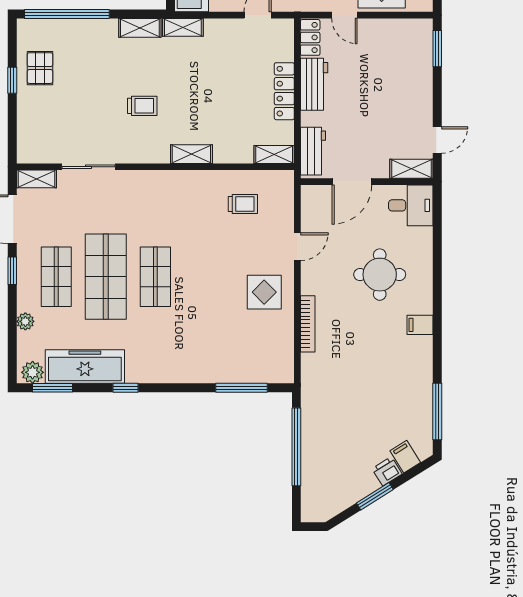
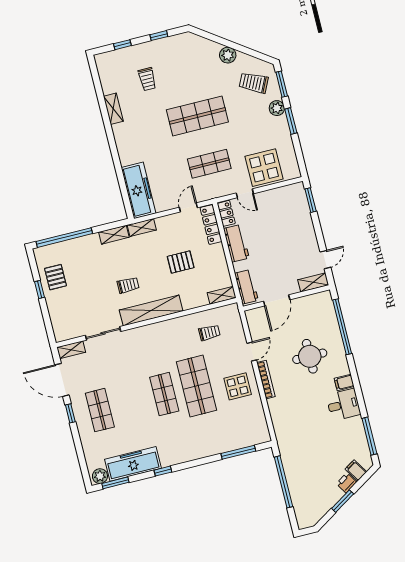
pallet: (227, 91) -> (181, 262), added
locker: (284, 91) -> (211, 225), moved
shelving: (191, 154) -> (151, 311), width x2.20, depth x1.33
desk: (411, 205) -> (343, 405), moved
window: (437, 243) -> (342, 327), added
shop shelf: (106, 277) -> (197, 386), moved
plant: (25, 321) -> (87, 444), removed
bookcase: (308, 324) -> (266, 380), moved

